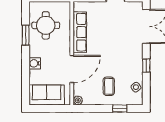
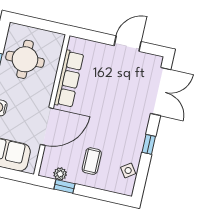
plant: (78, 100) -> (60, 174), moved
window: (120, 108) -> (64, 186), moved

